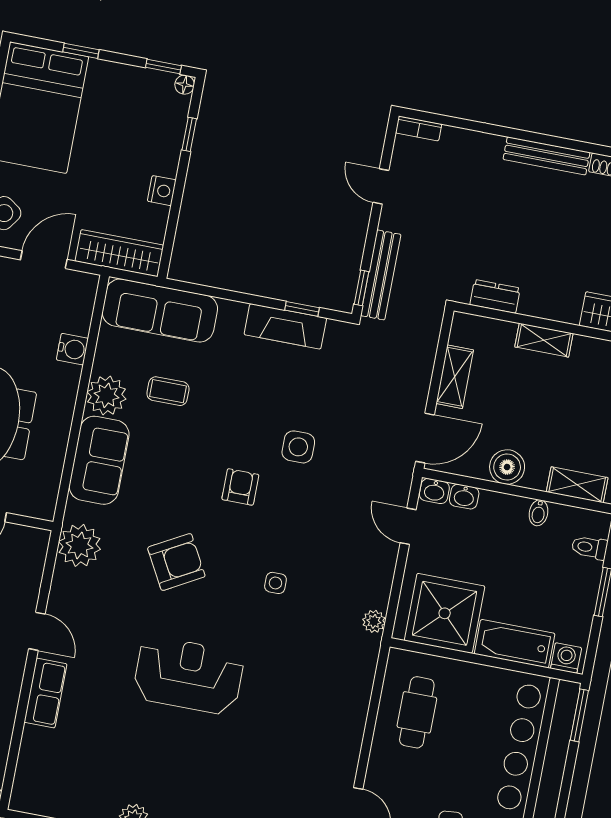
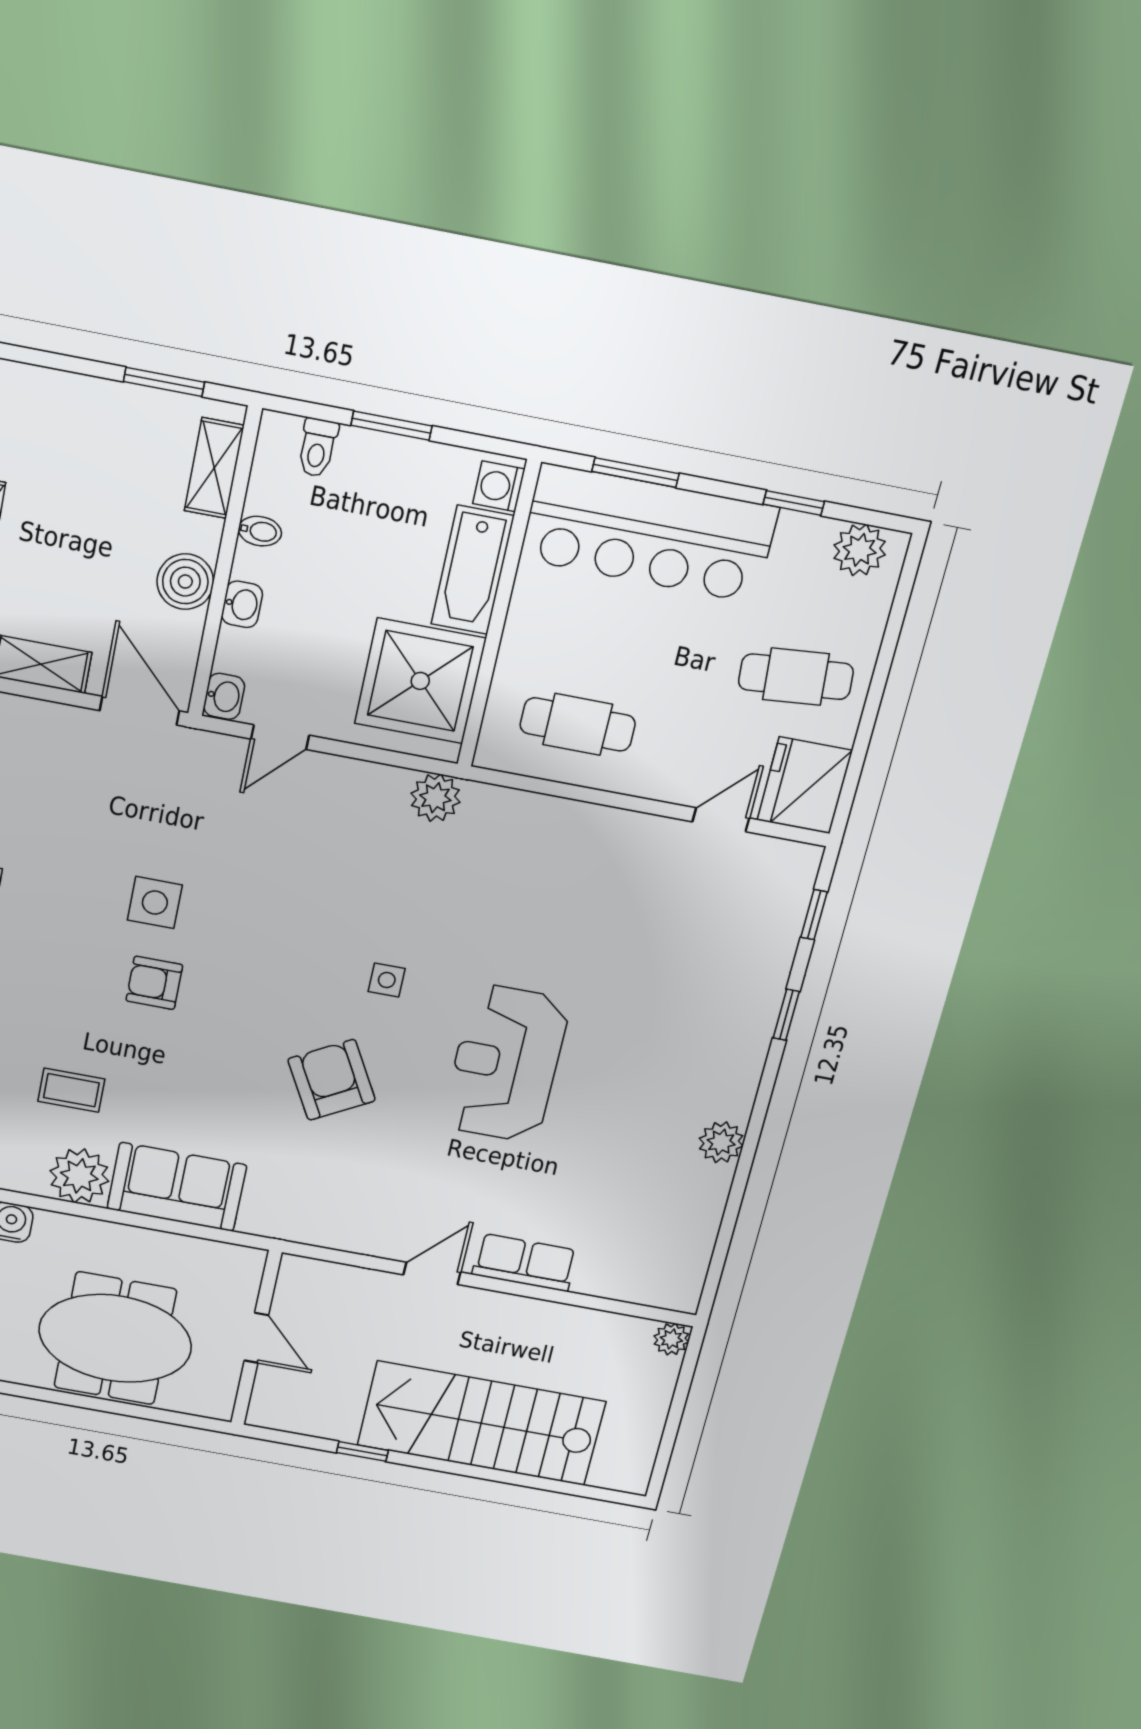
coffee table: (168, 391) -> (71, 1090), turned 90
armchair: (240, 487) -> (154, 983), moved
washbasin: (464, 497) -> (242, 604), moved
plant: (80, 545) -> (305, 1214), removed
side table: (275, 583) -> (387, 980), moved
plant: (374, 621) -> (435, 798), width x1.38, depth x1.38
window: (579, 715) -> (635, 473), moved

